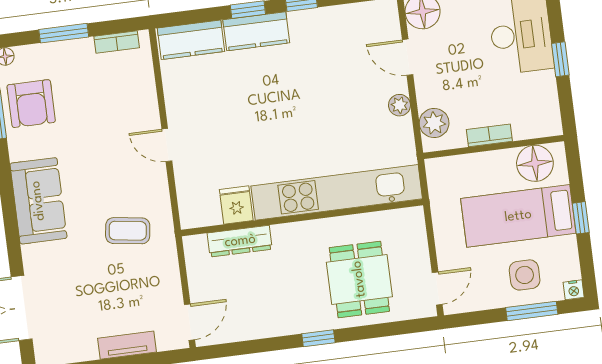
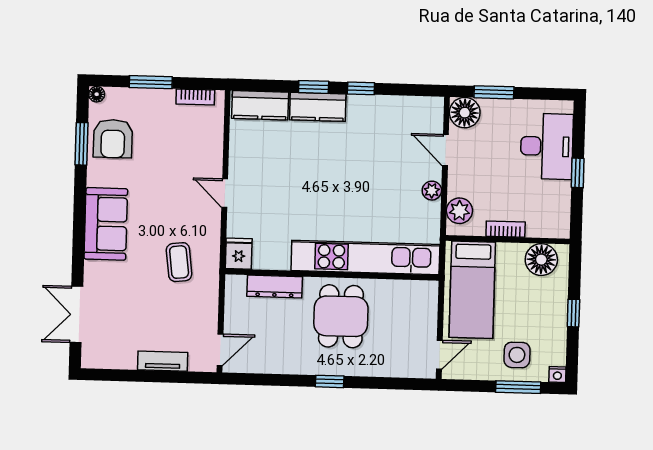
fridge: (236, 205) -> (239, 254), moved
bed: (518, 216) -> (472, 290), moved, turned -90
coffee table: (128, 231) -> (179, 262), turned 75
dining table: (359, 279) -> (341, 316), moved

